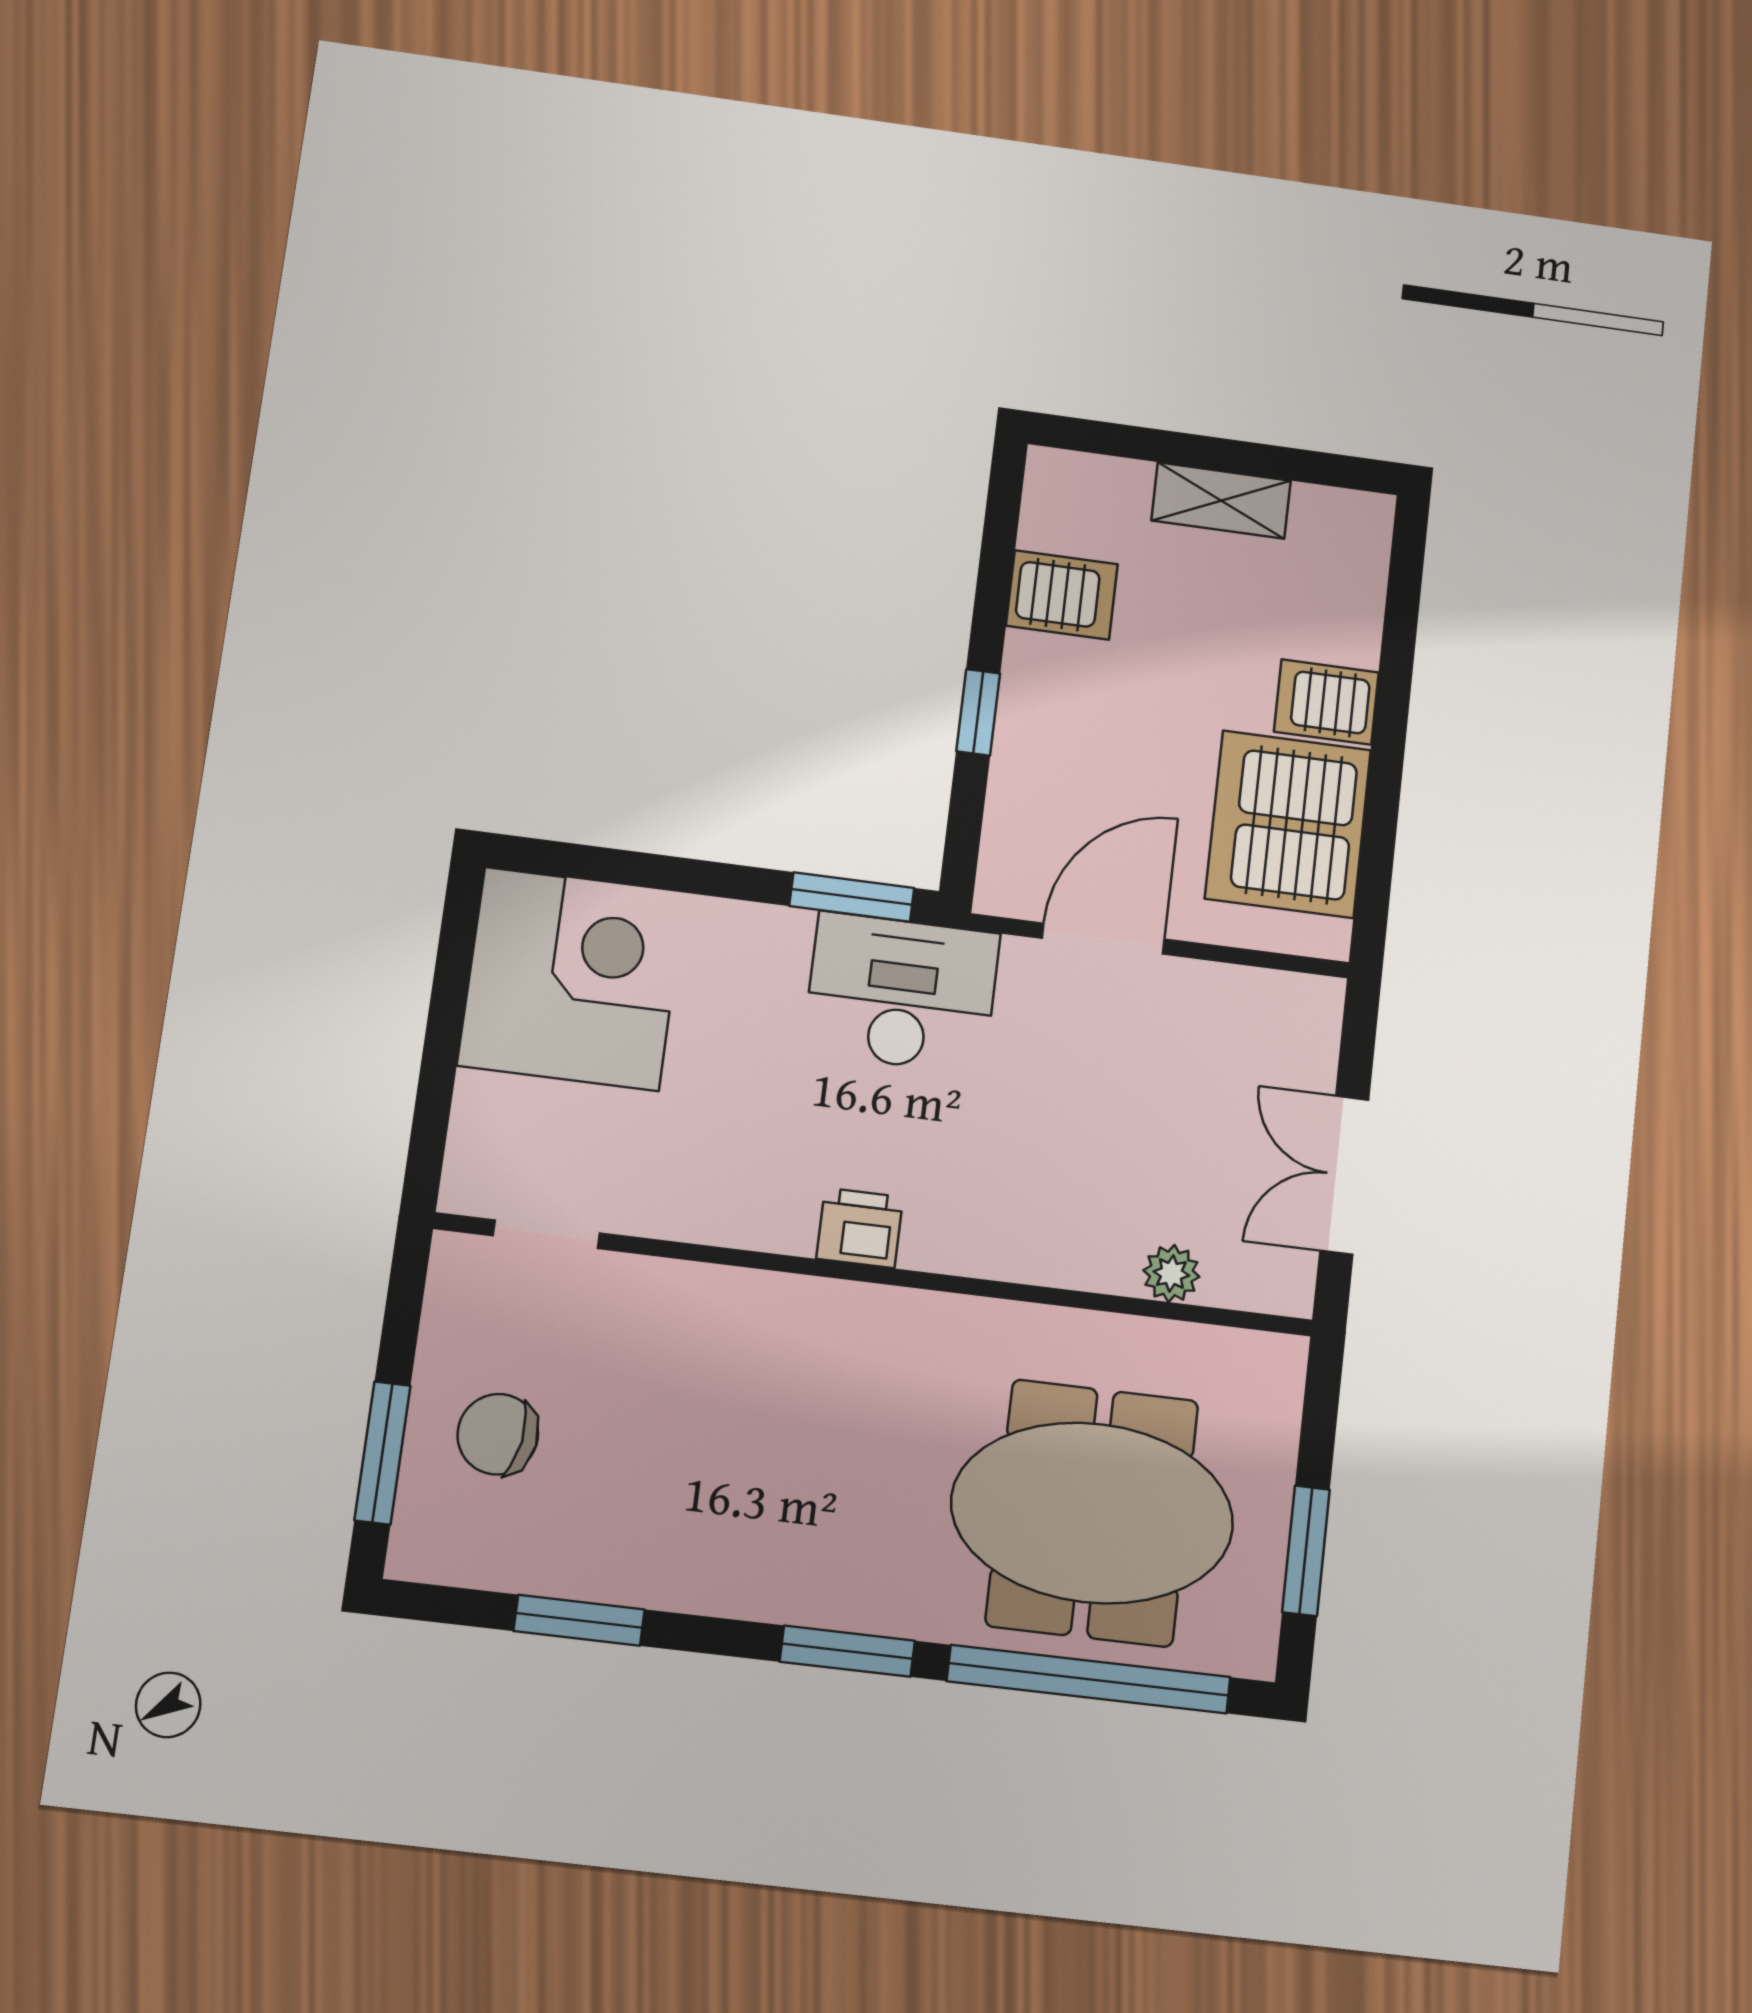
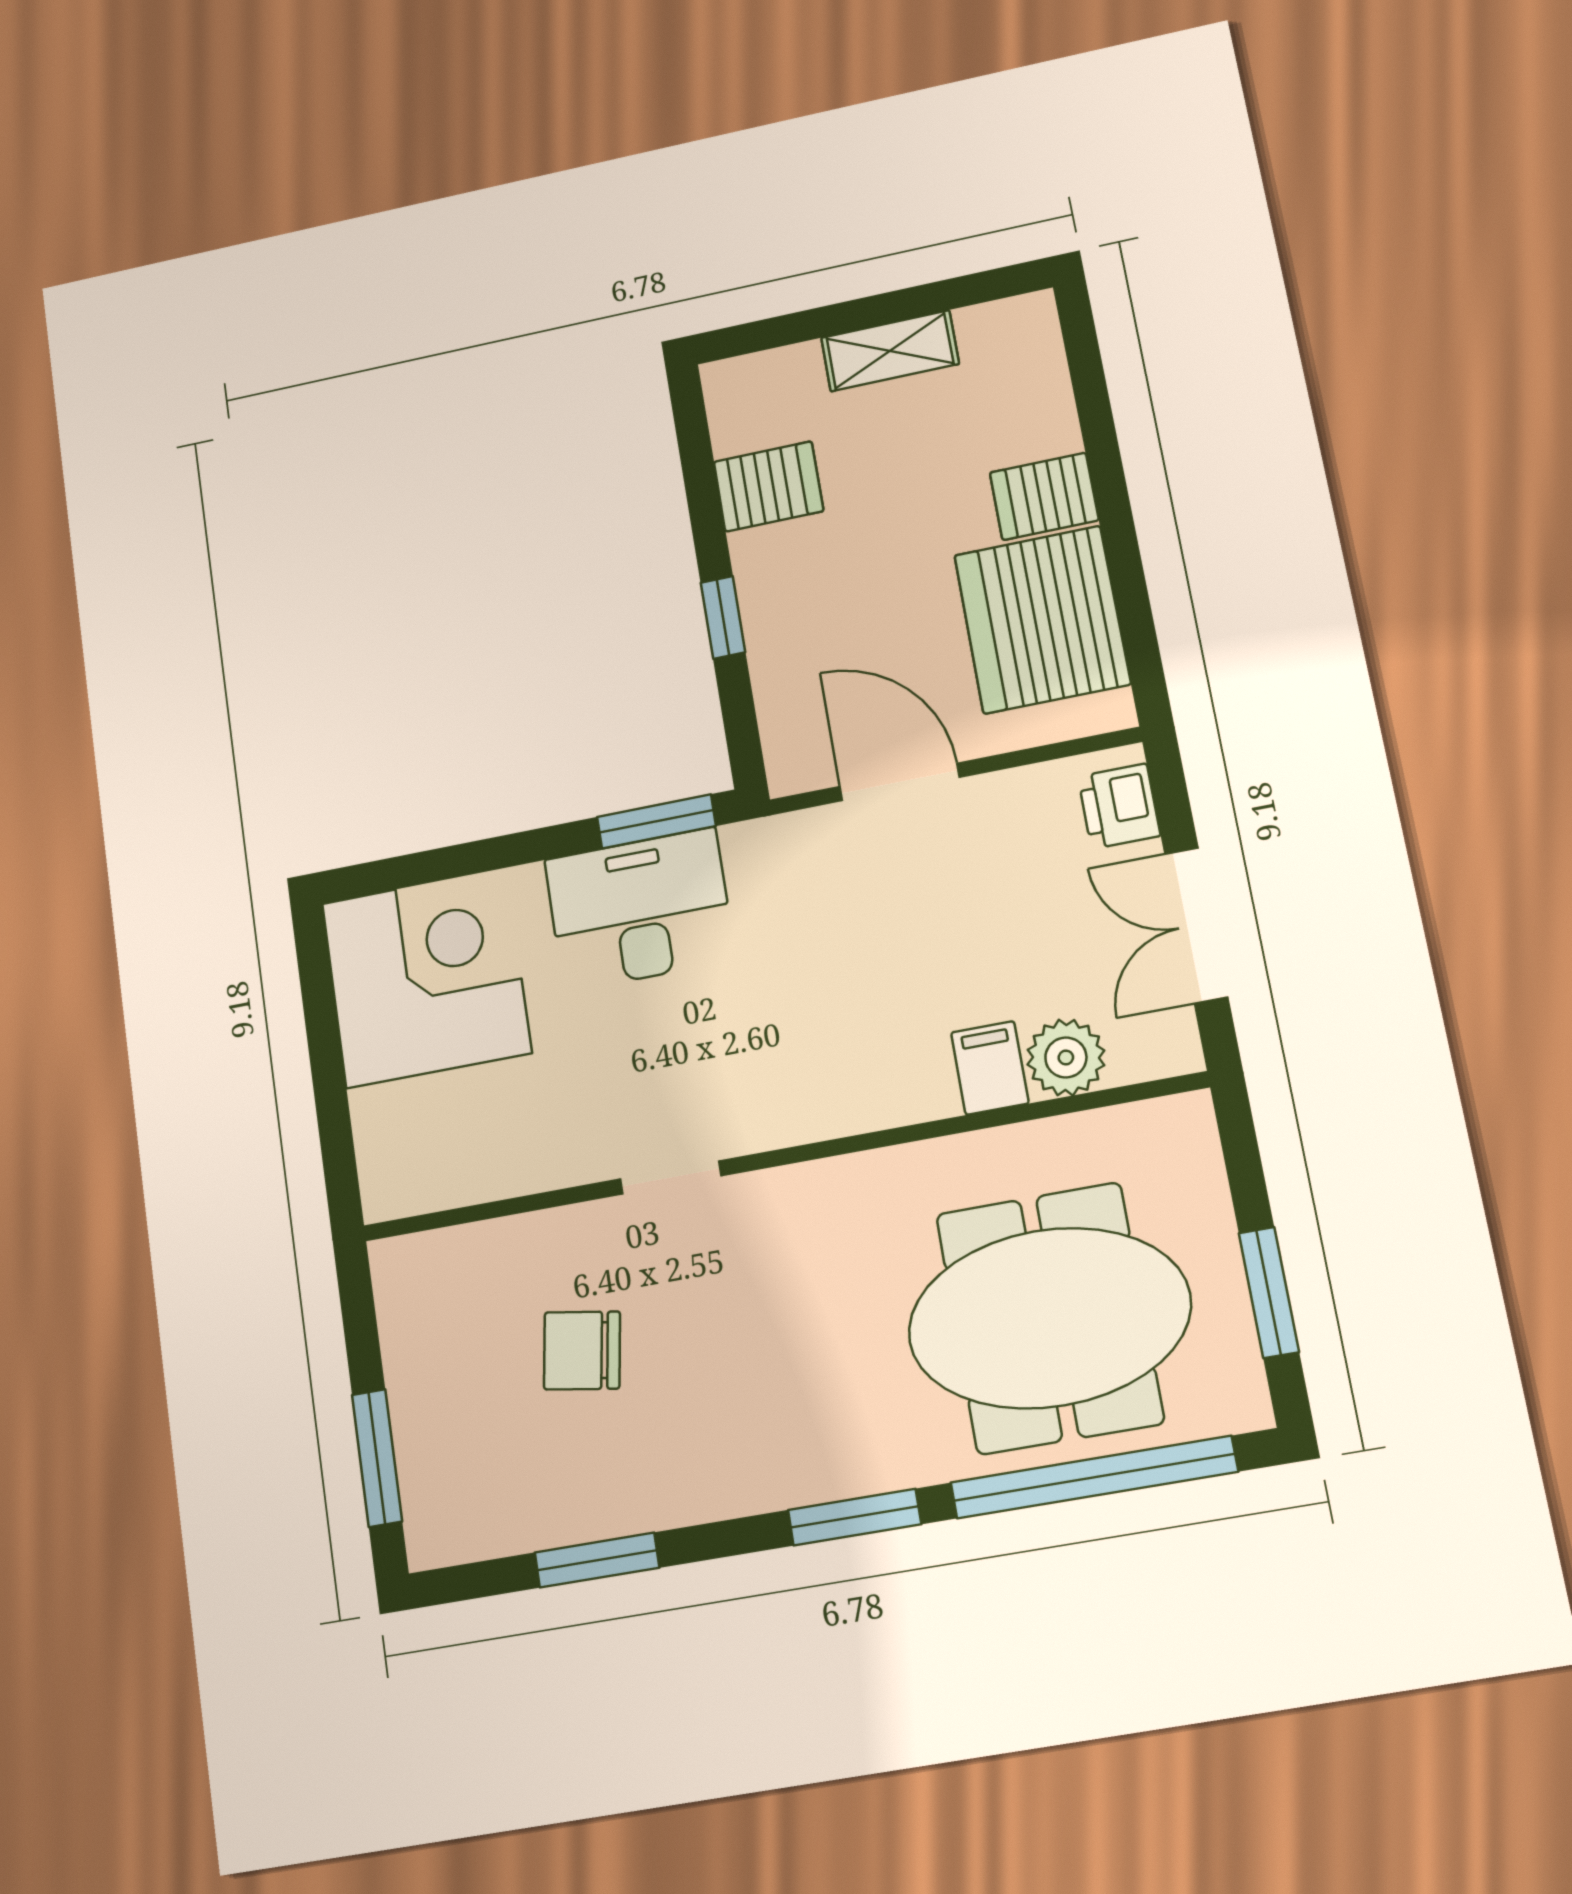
door: (1103, 939) -> (900, 782), hinge flipped
desk: (901, 993) -> (640, 910), moved
printer: (860, 1228) -> (1119, 806), moved, turned -90
doorway: (546, 1234) -> (671, 1177), moved
filing cabinet: (1107, 1251) -> (990, 1068), added
plant: (1171, 1273) -> (1066, 1057), width x1.38, depth x1.38
chair: (498, 1434) -> (582, 1350), moved

